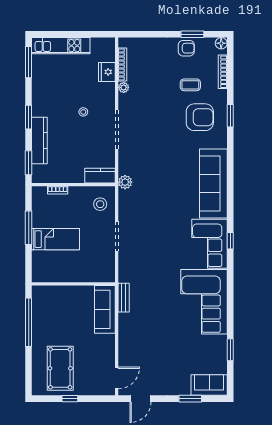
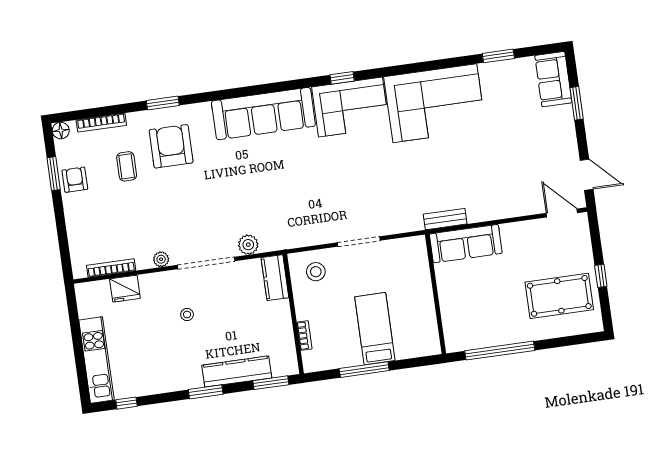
window: (29, 62) -> (127, 403), width x0.46
plant: (124, 87) -> (161, 259), moved
plant: (125, 182) -> (248, 245), moved

